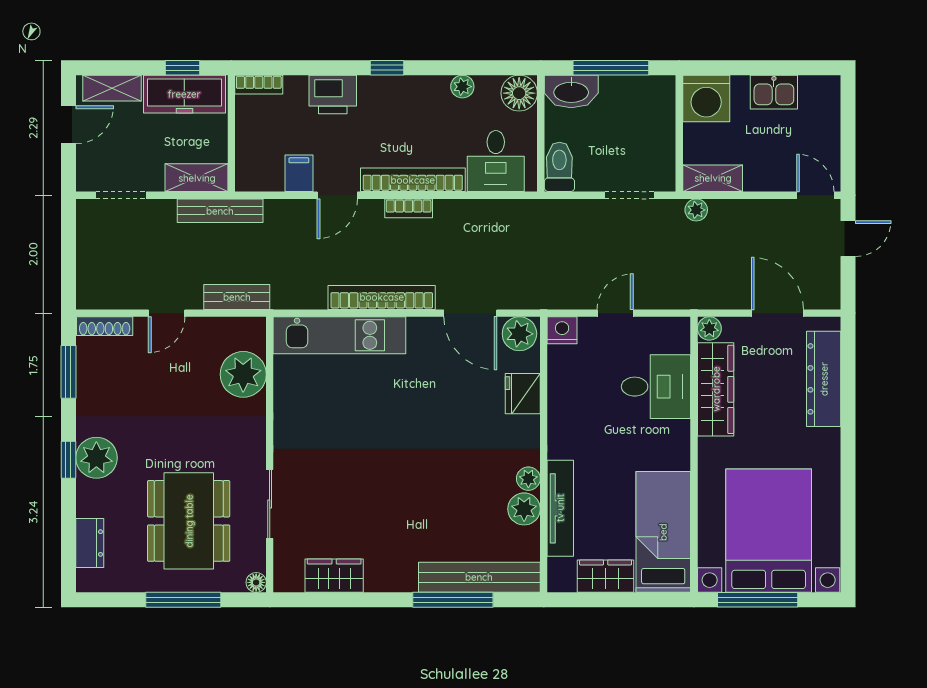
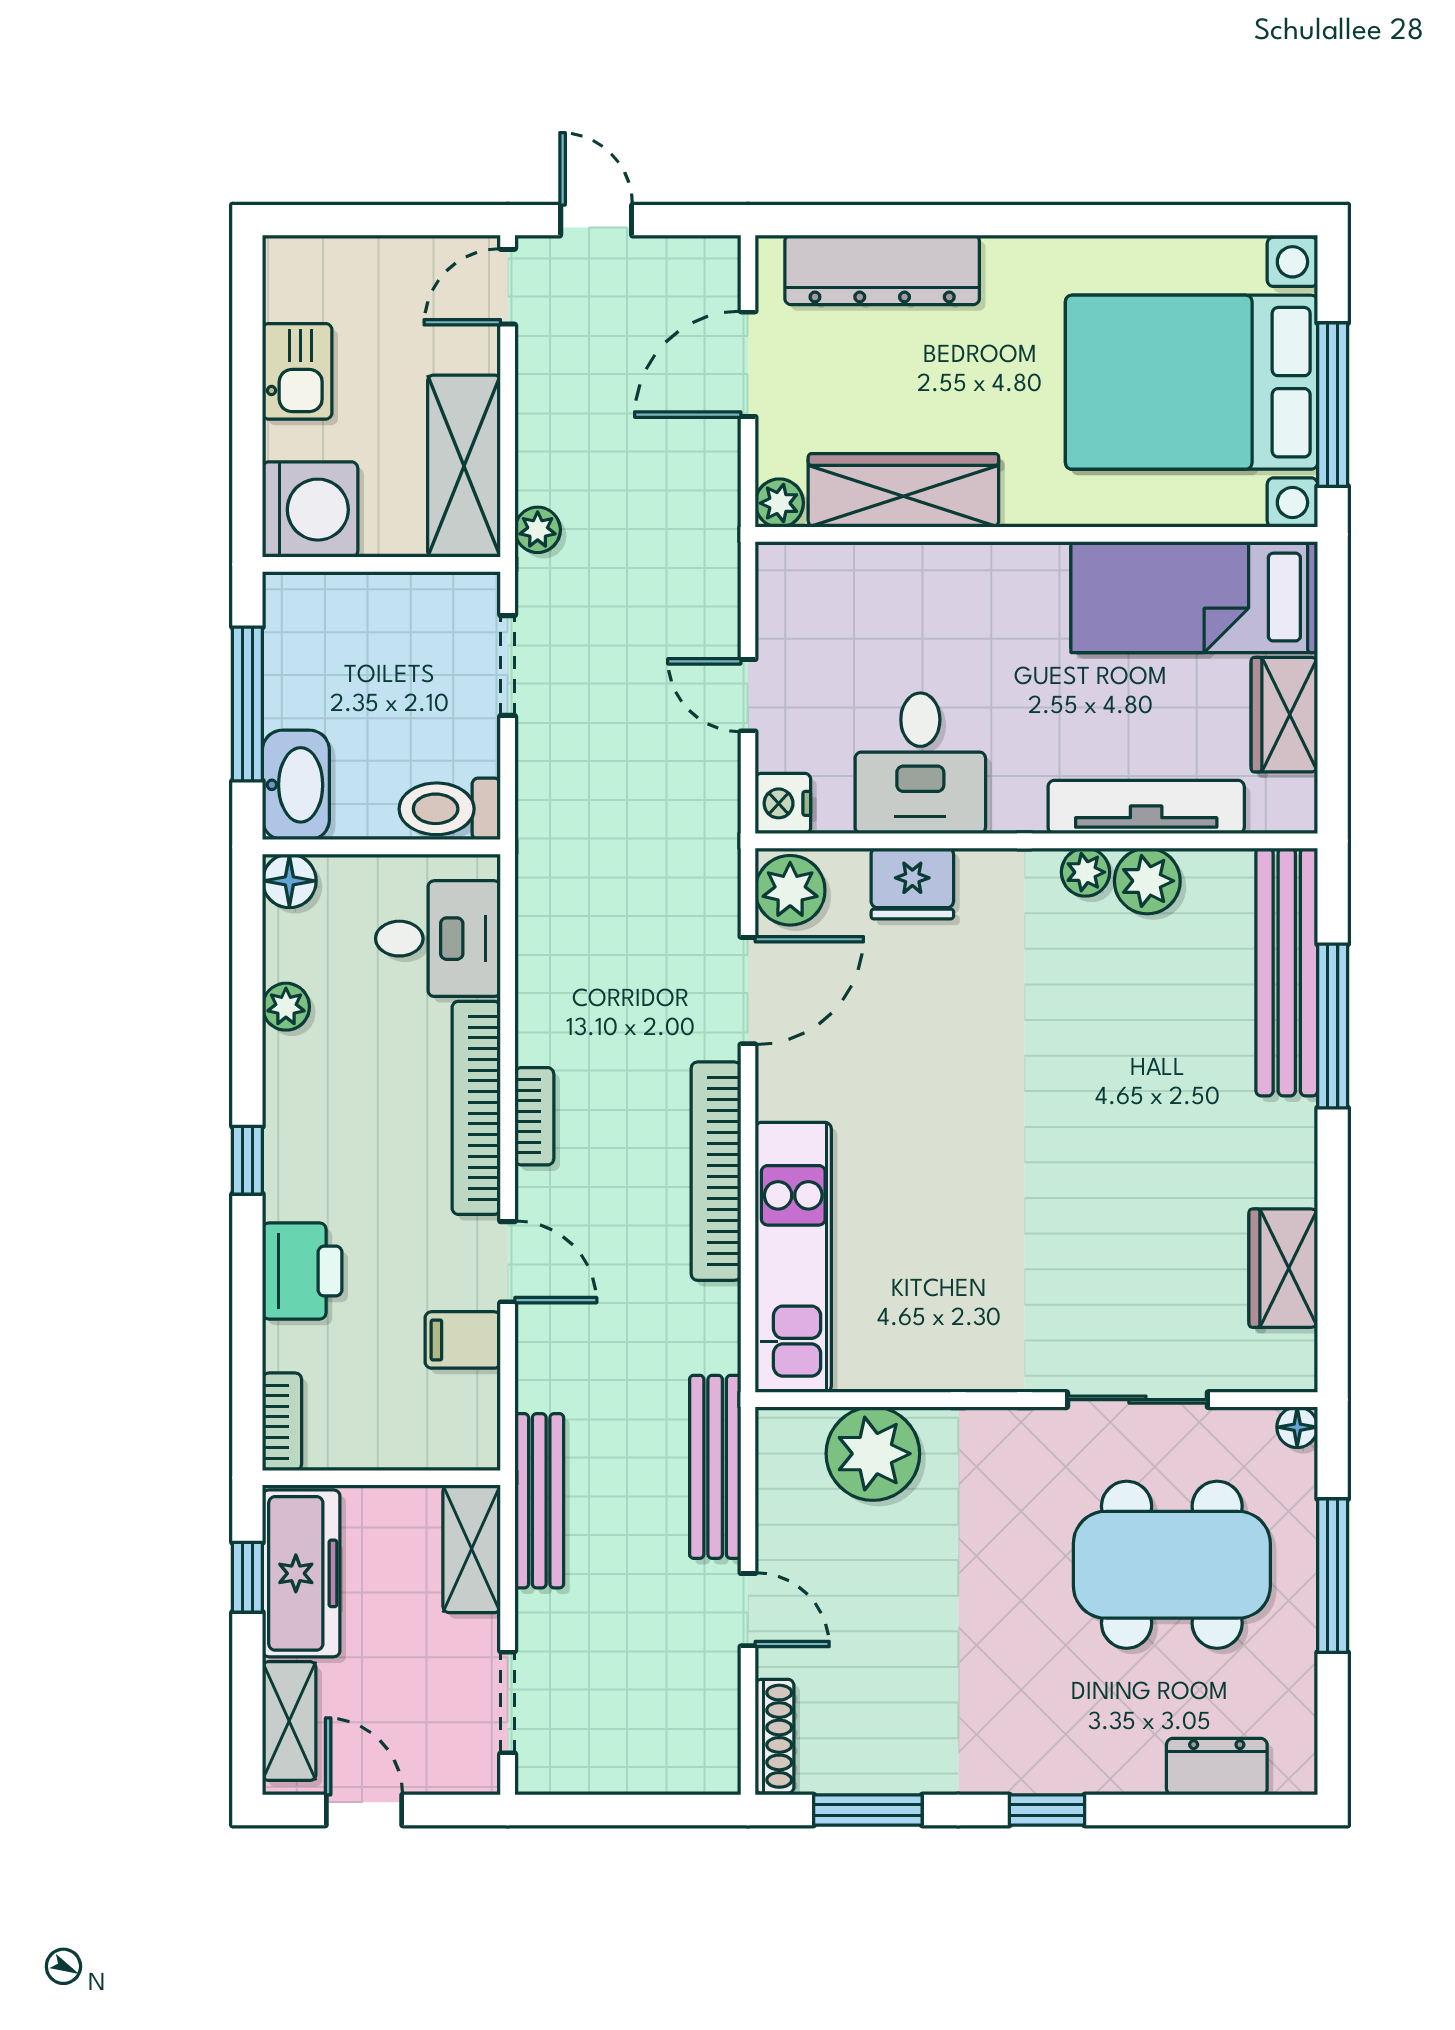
floor lamp: (519, 93) -> (289, 881), width x0.73, depth x0.73
shelving: (713, 178) -> (464, 466), width x1.50, depth x1.33
bench: (237, 297) -> (715, 1467), width x1.36
desk: (656, 387) -> (920, 763), moved, turned 180
plant: (96, 458) -> (1043, 1753), removed

